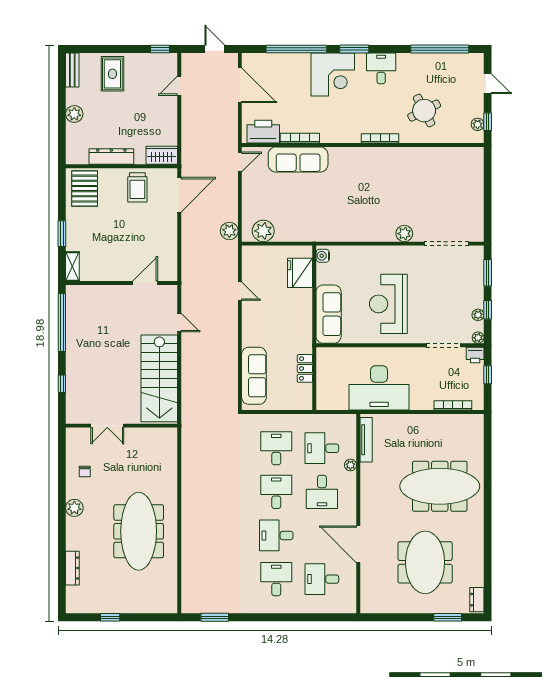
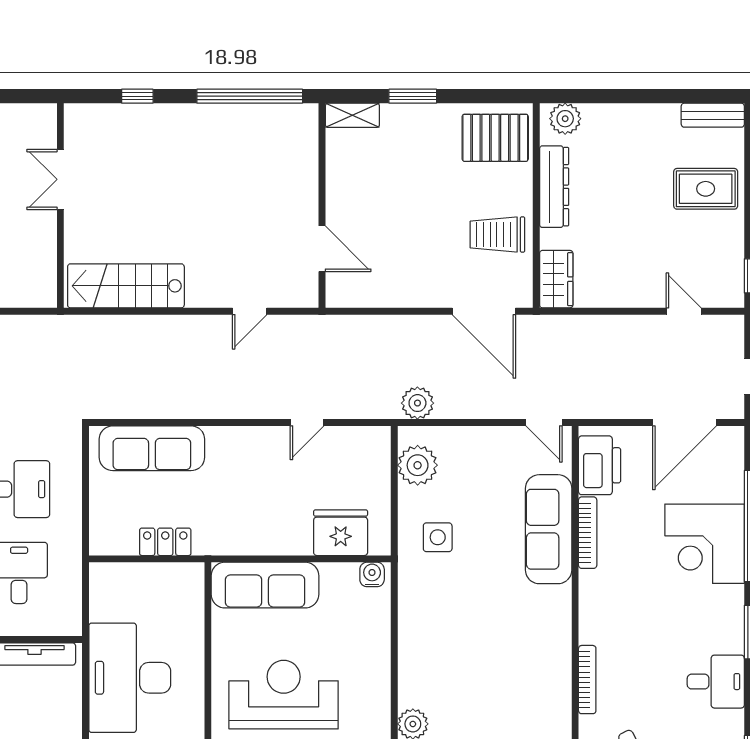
corner desk: (333, 74) -> (705, 544), moved
plant: (74, 114) -> (565, 119), moved
side table: (302, 220) -> (438, 537), added
stairs: (159, 378) -> (126, 286), width x0.73, depth x0.66

